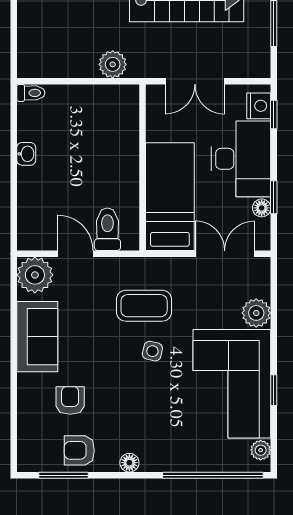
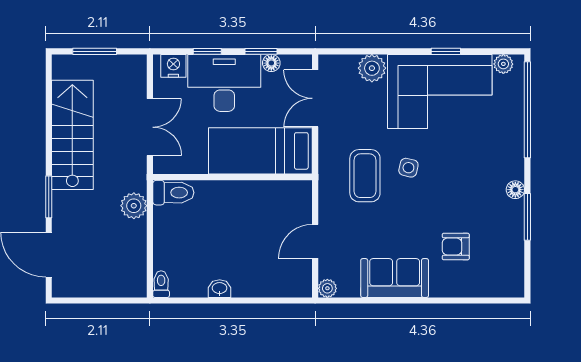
window: (274, 114) -> (207, 51), moved
toilet: (107, 229) -> (173, 193), moved, turned 180
plant: (35, 275) -> (327, 288), width x0.53, depth x0.53
armchair: (79, 450) -> (504, 238), removed
window: (64, 475) -> (527, 217), moved

